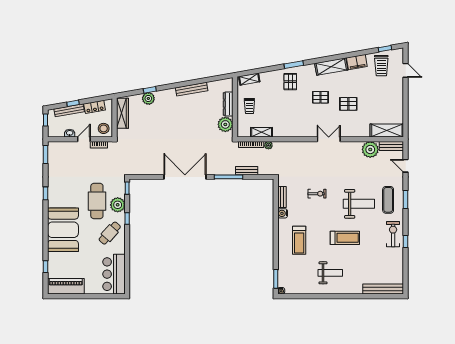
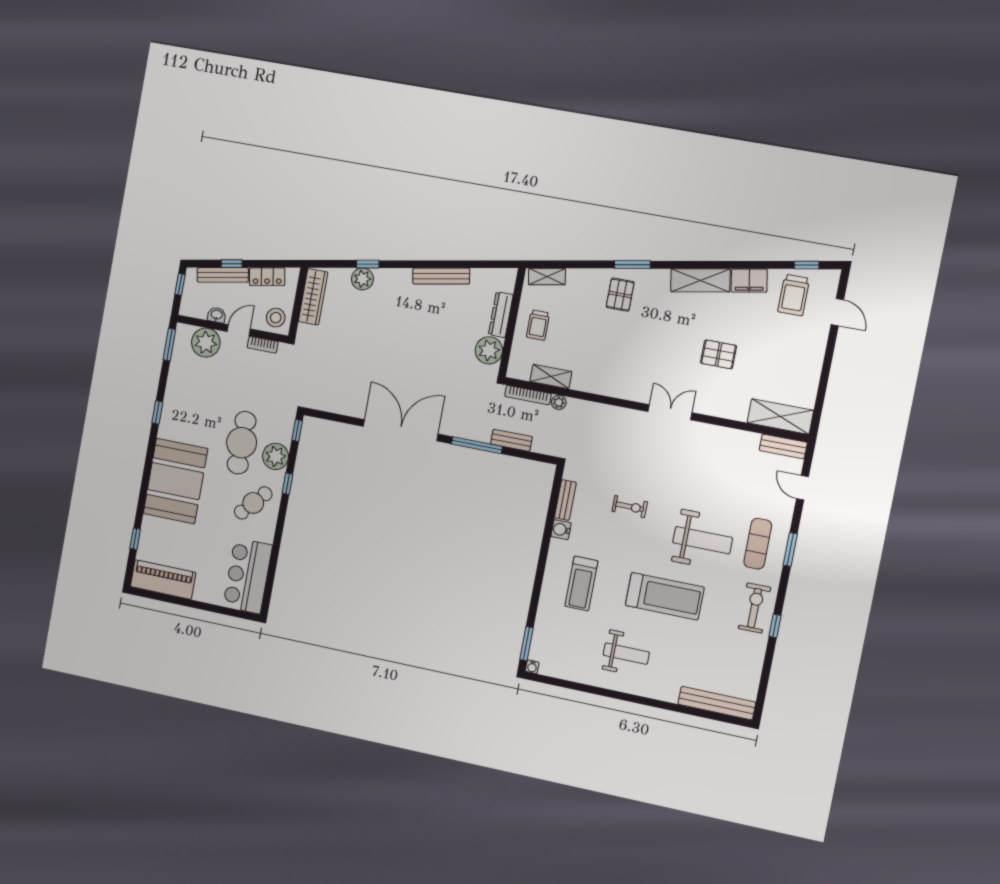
pallet: (320, 97) -> (670, 333), removed
plant: (370, 150) -> (206, 343), moved
treadmill: (345, 238) -> (665, 596), width x1.37, depth x1.38

